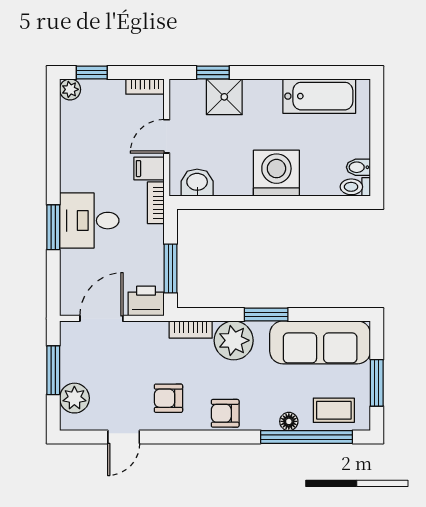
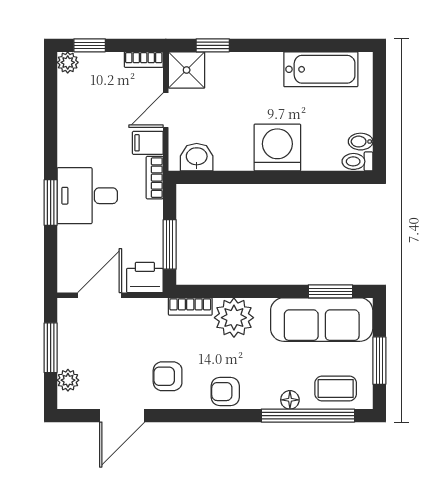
shower: (224, 97) -> (187, 70), moved
window: (266, 315) -> (330, 291), moved
plant: (74, 398) -> (68, 380), width x0.73, depth x0.73
door: (124, 437) -> (122, 416), width x1.38

